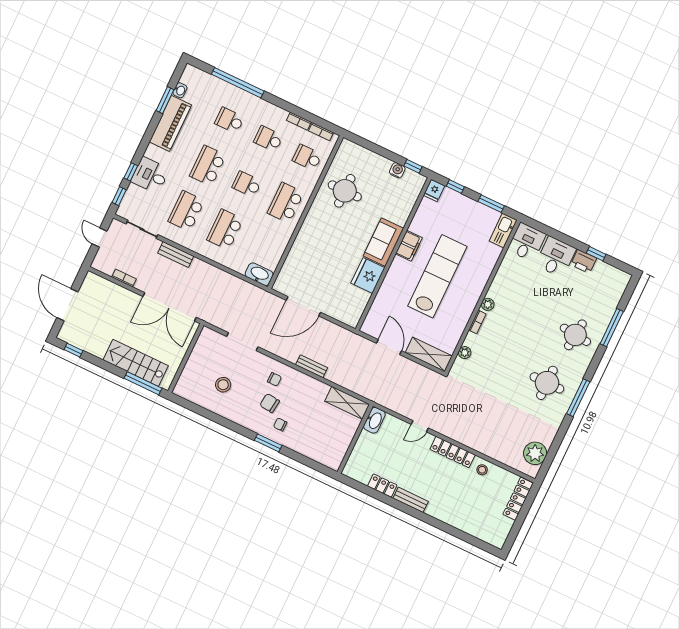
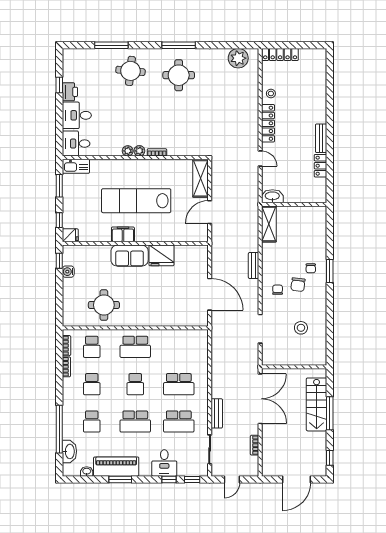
window: (165, 100) -> (120, 479), moved
washbasin: (259, 274) -> (69, 451), moved, turned 180
plant: (465, 353) -> (128, 151), moved
window: (143, 383) -> (330, 413), moved

